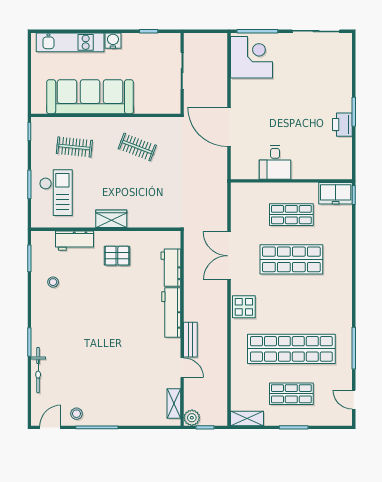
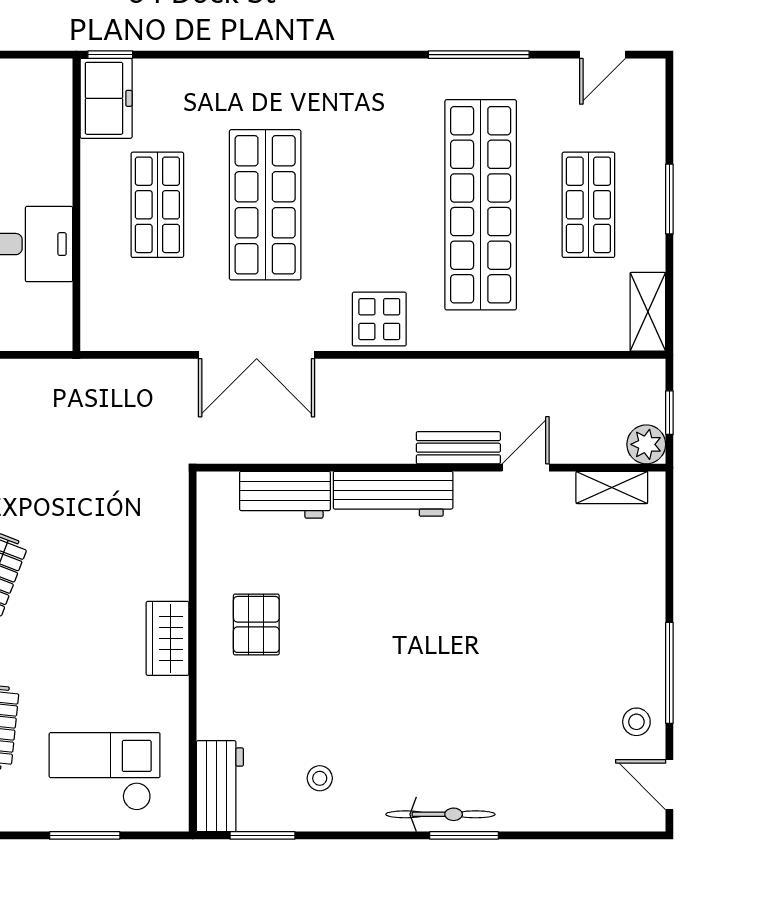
workbench: (74, 241) -> (220, 786), moved
bicycle: (38, 370) -> (440, 814), moved

